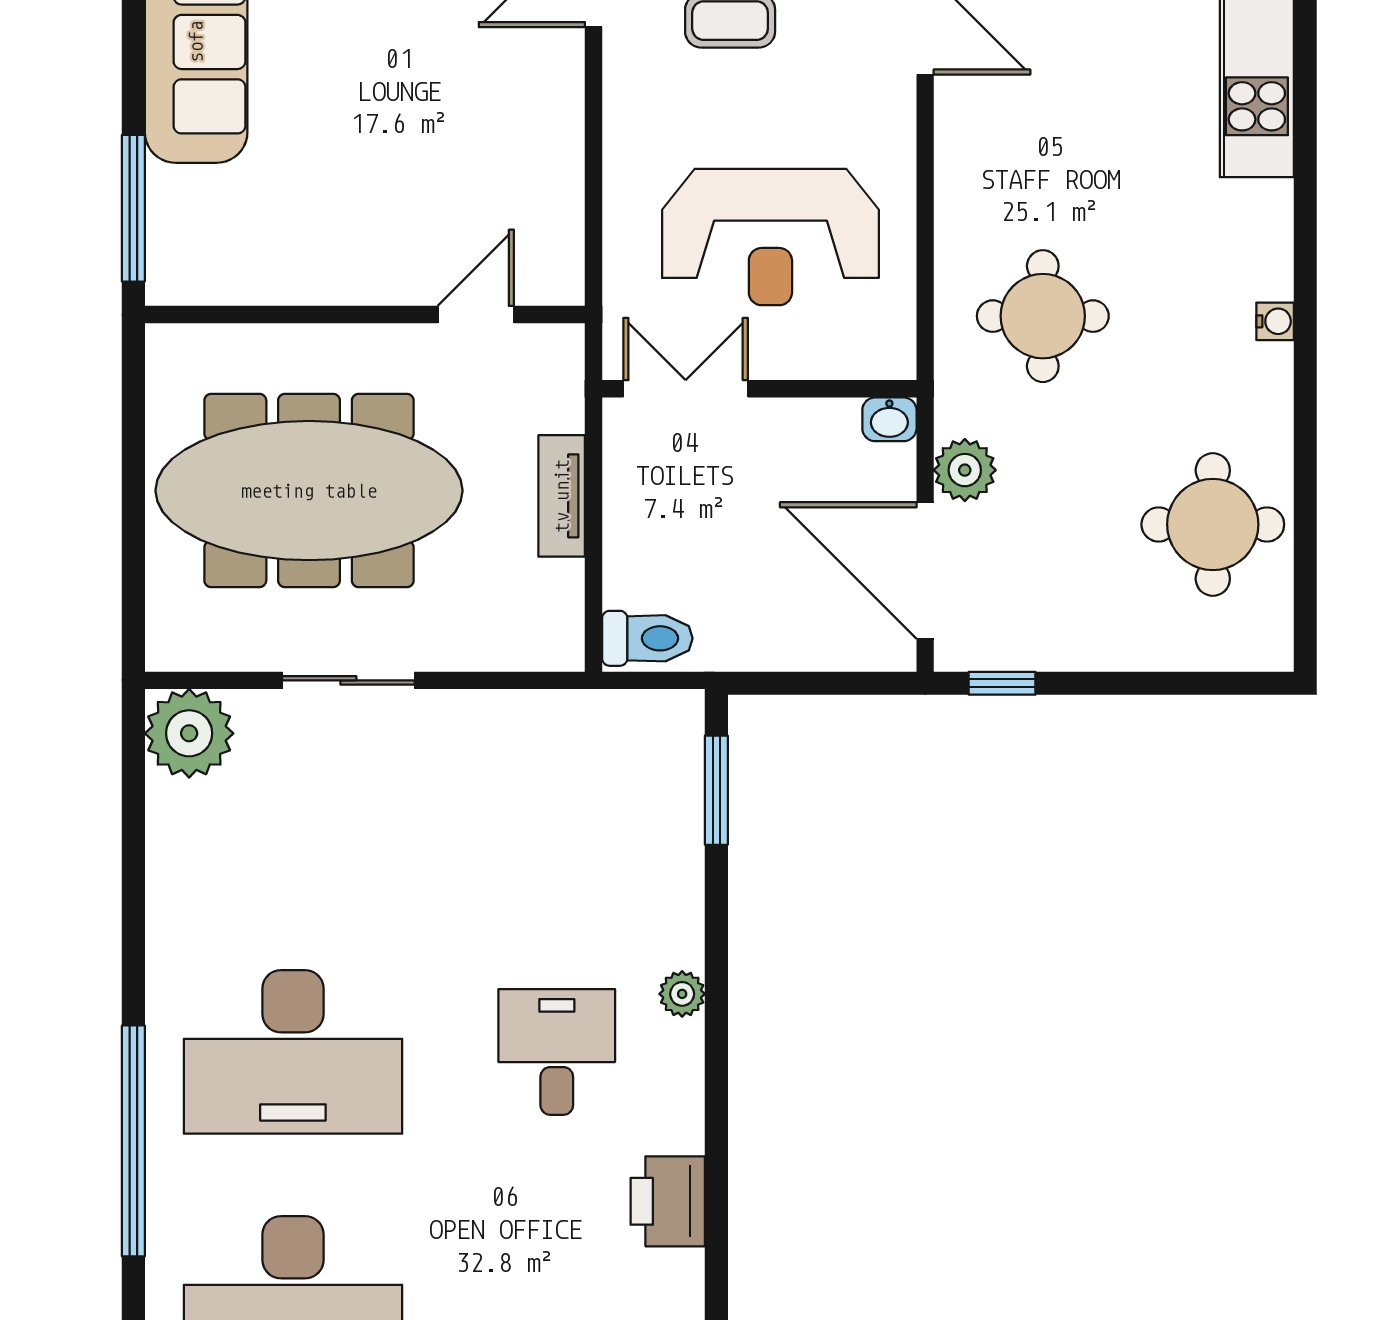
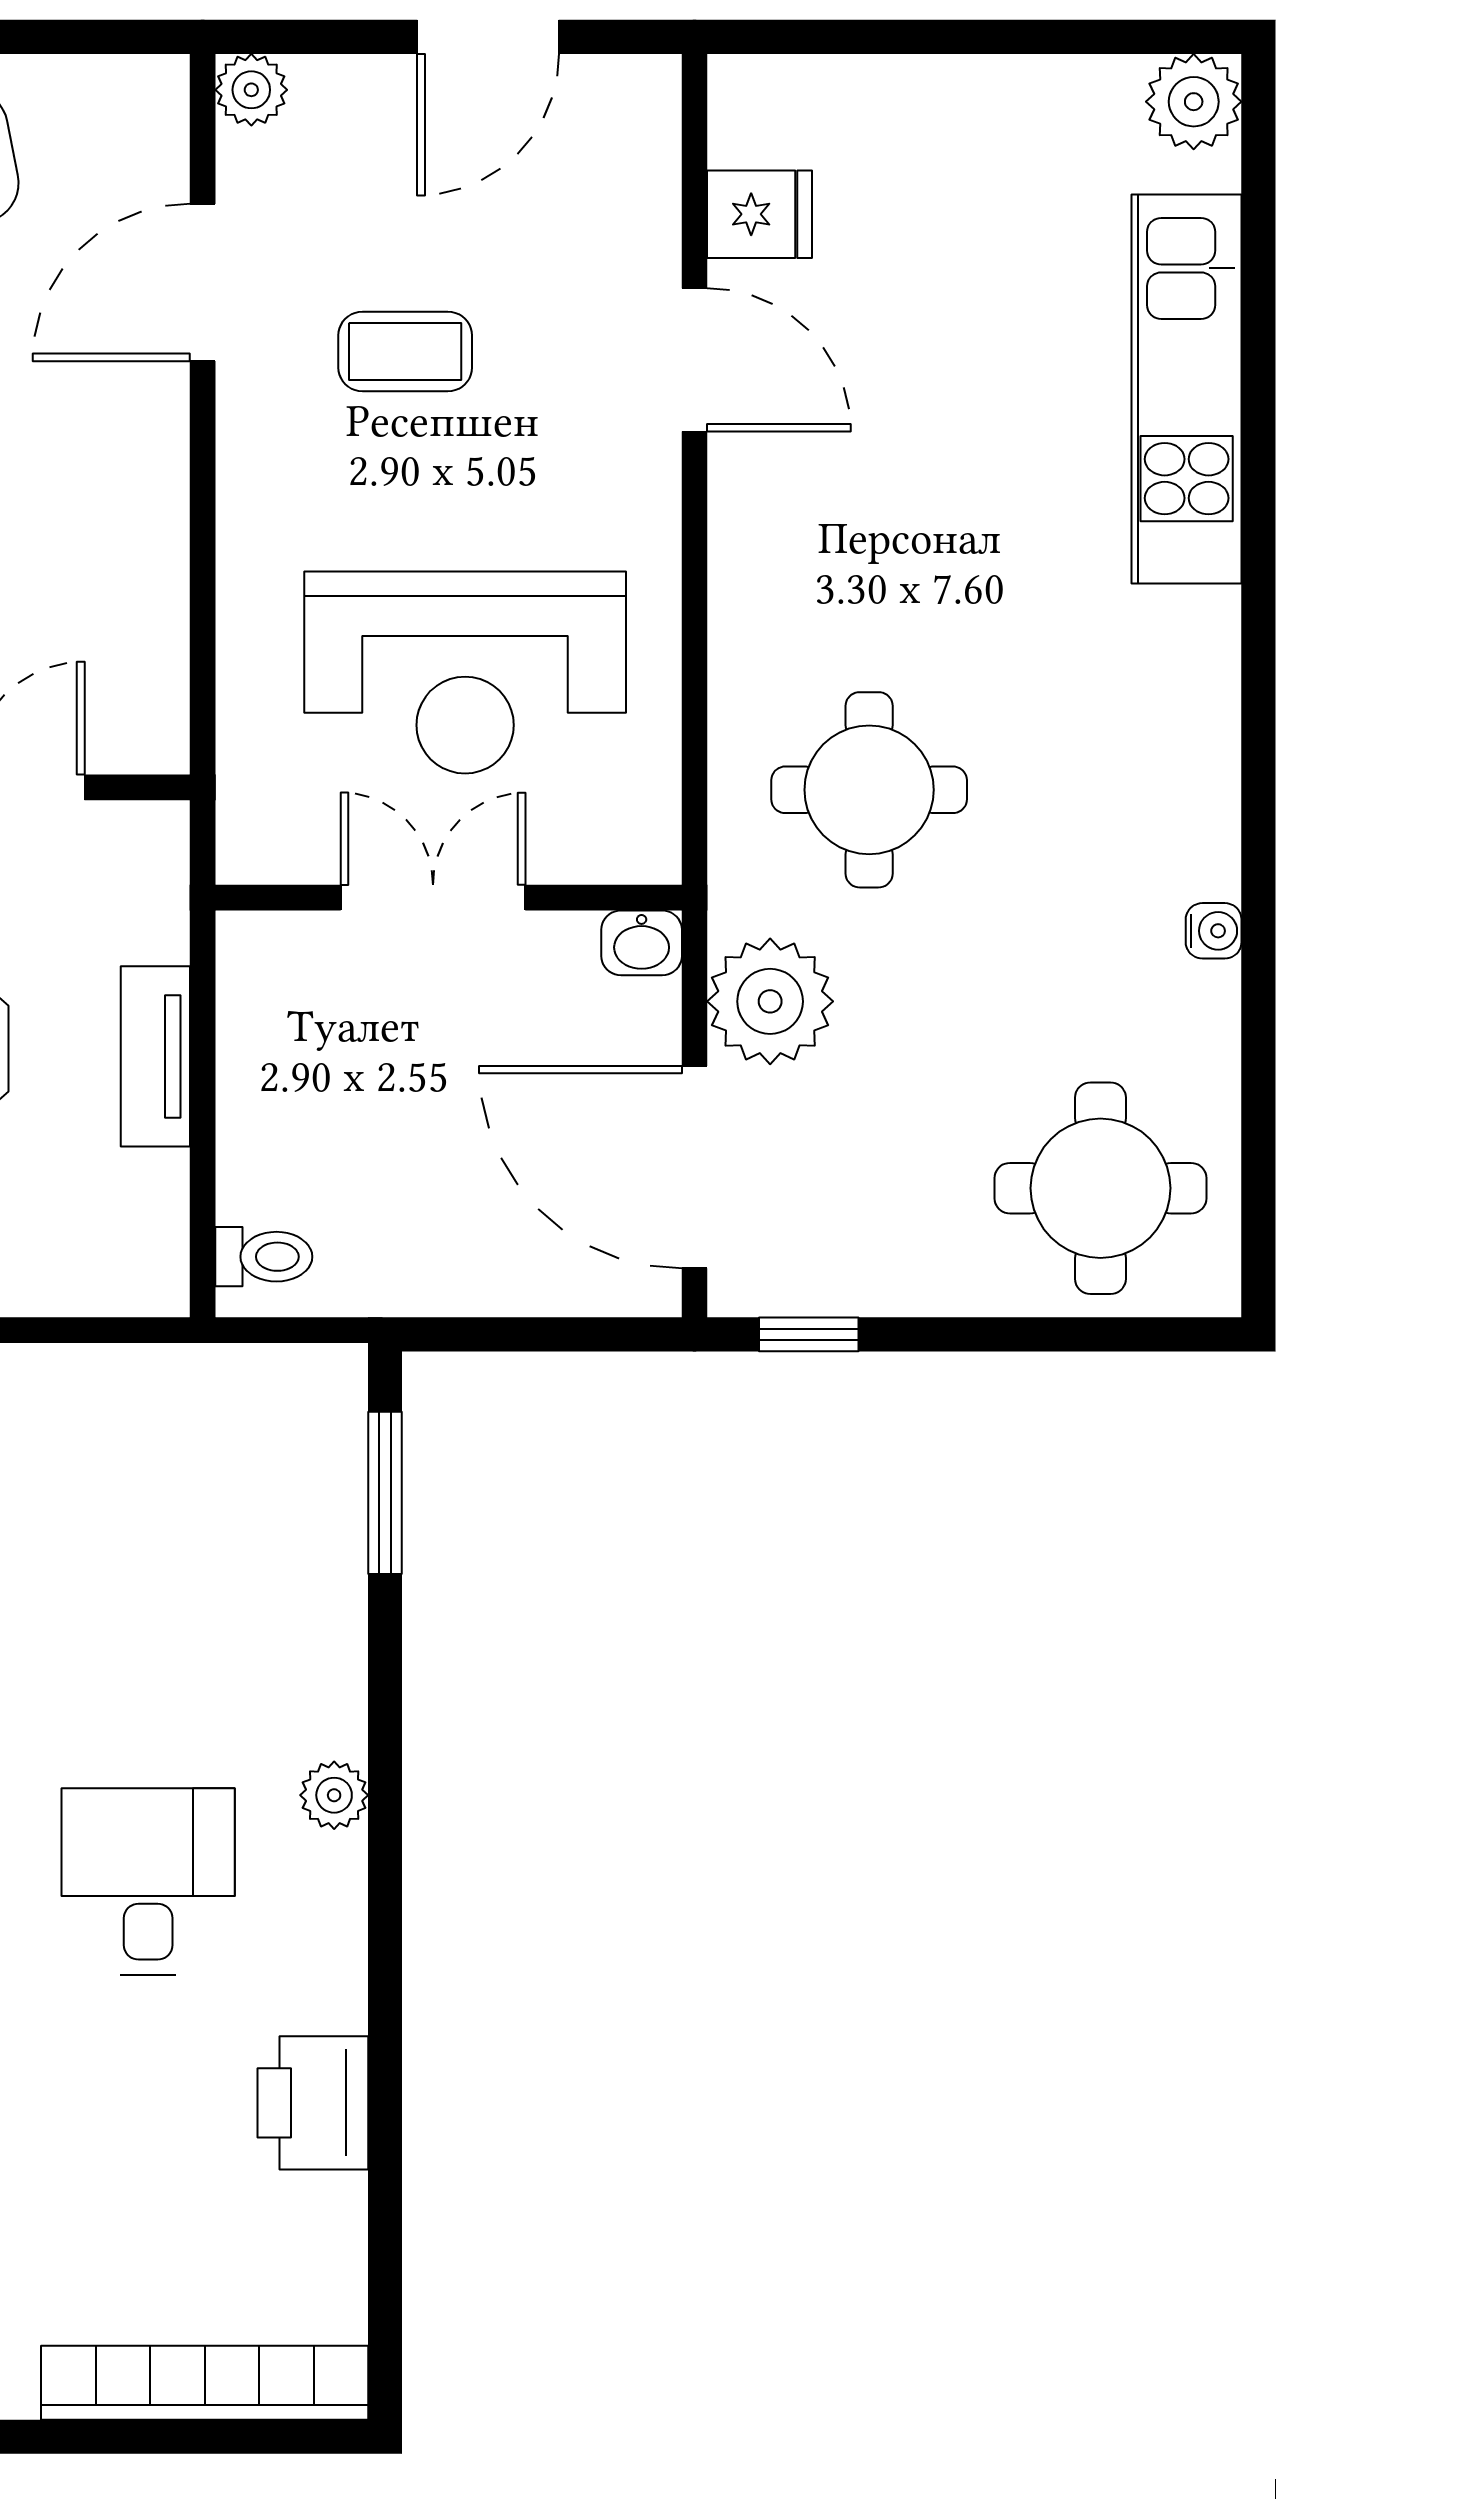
water cooler: (1275, 321) -> (1214, 931), moved
double door: (686, 389) -> (433, 898), moved
plant: (965, 470) -> (770, 1001), width x1.36, depth x1.36
round table: (1213, 524) -> (1100, 1188), moved
toilet: (647, 638) -> (264, 1257), width x0.73, depth x0.72

